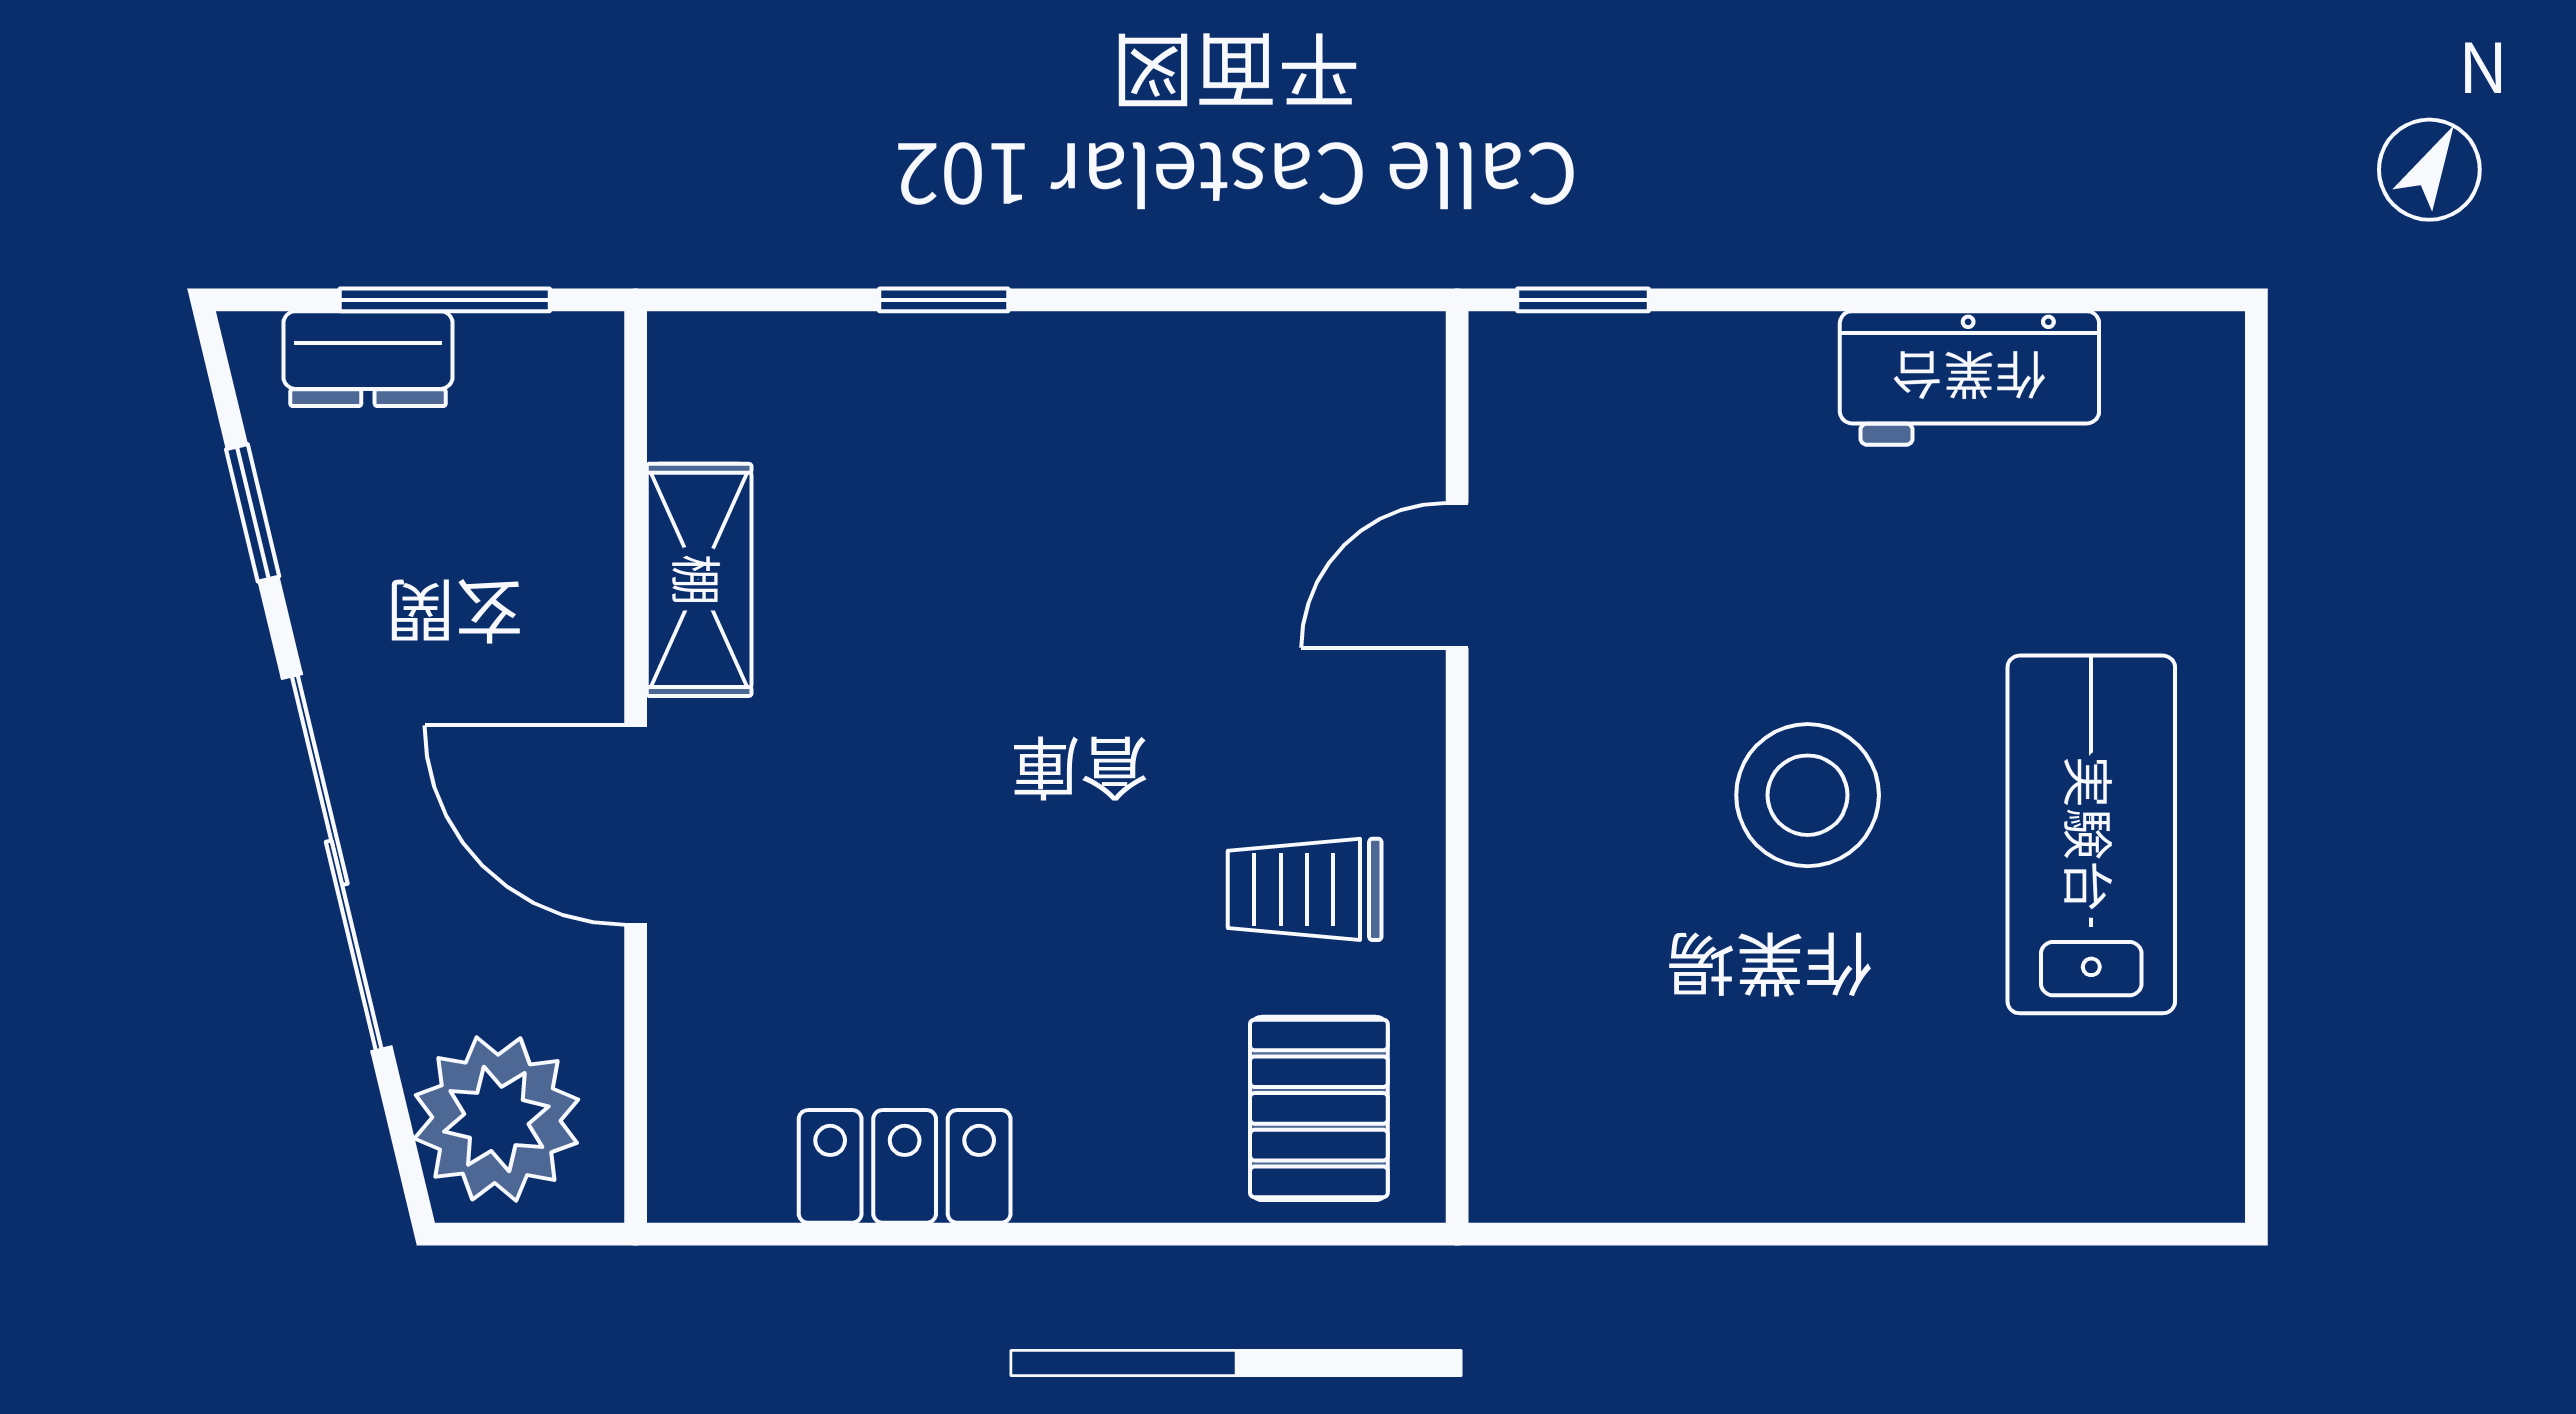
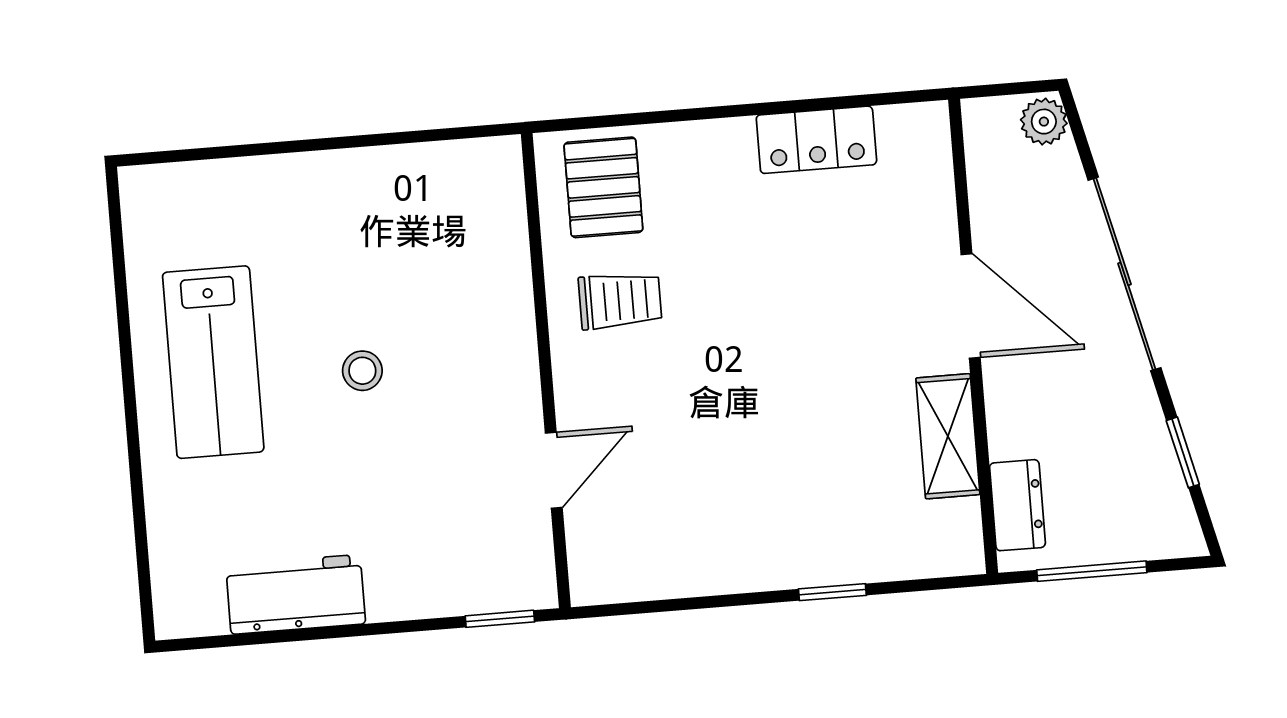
dresser: (368, 359) -> (1017, 505), moved, turned 90
stool: (1808, 795) -> (362, 371), width x0.53, depth x0.53
plant: (496, 1119) -> (1044, 122), width x0.53, depth x0.53

